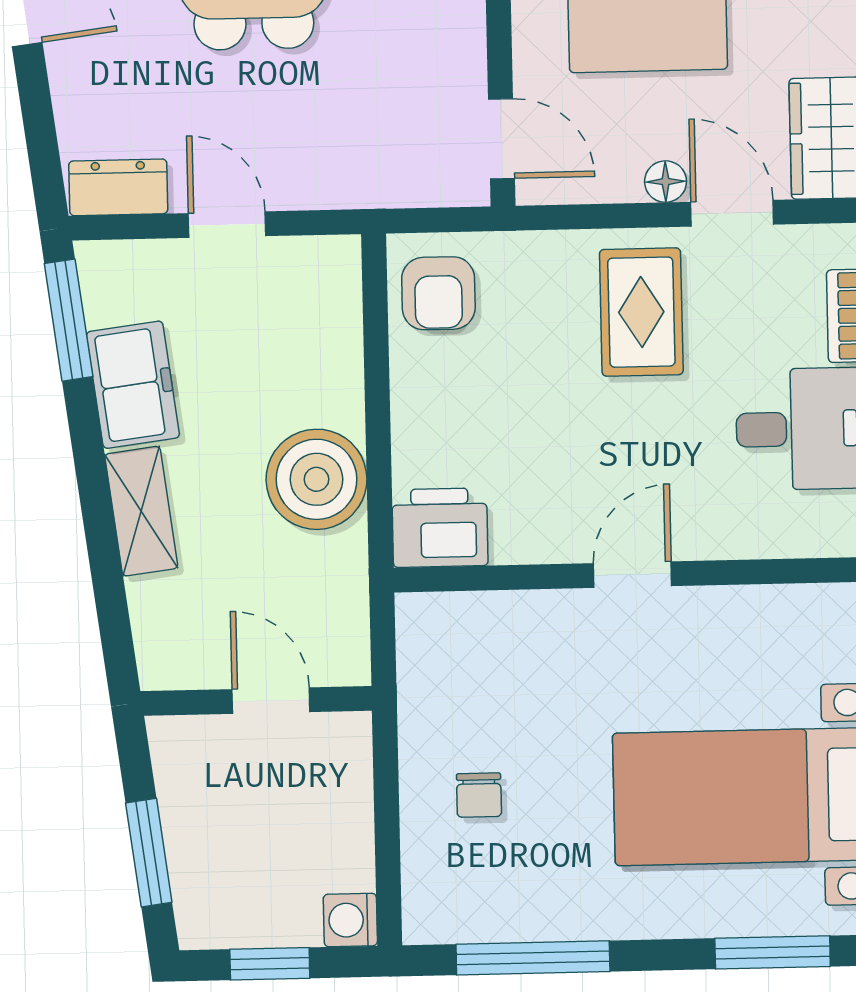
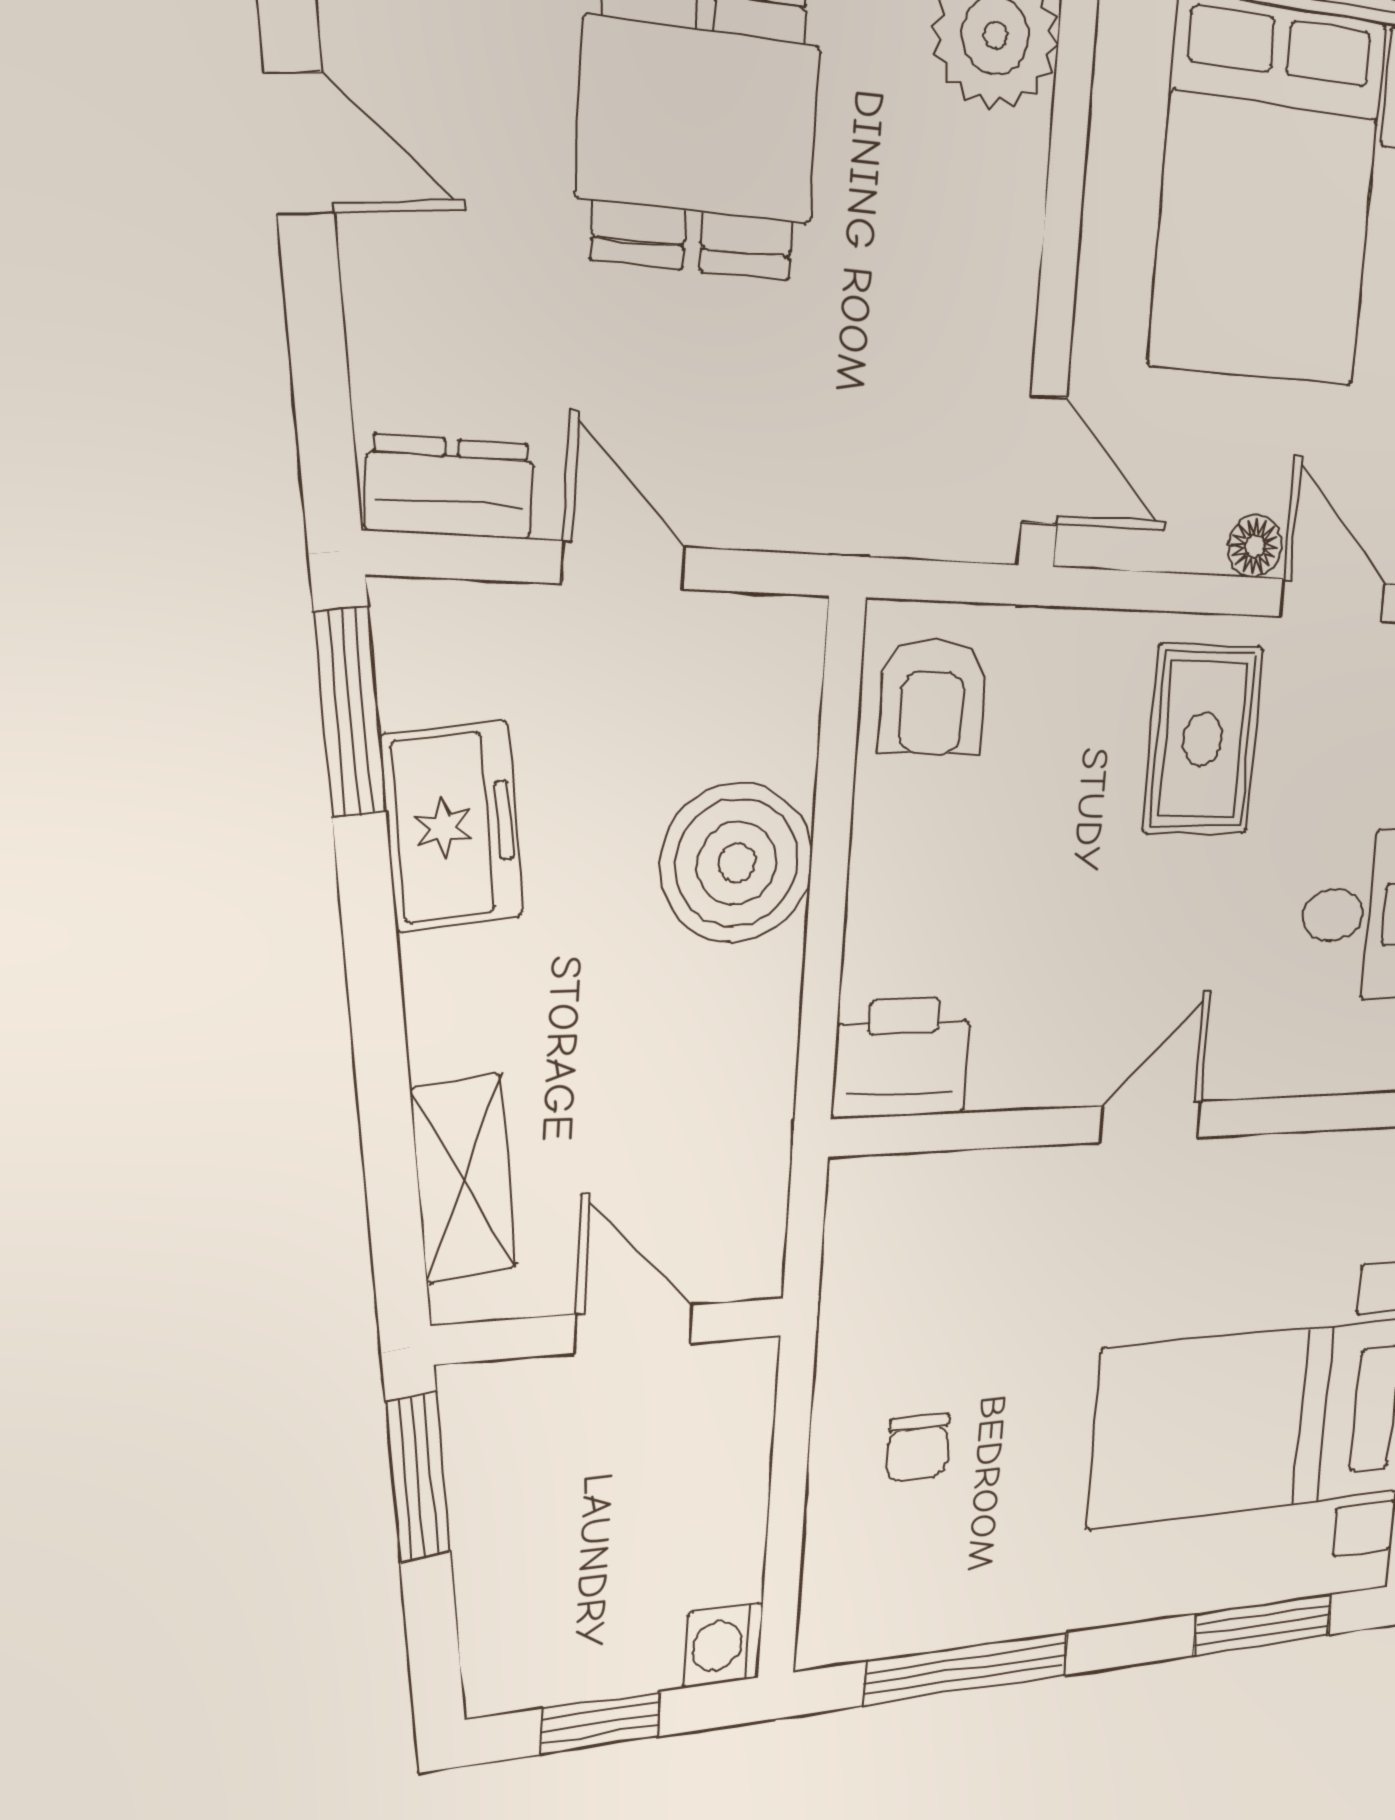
boiler: (317, 479) -> (737, 863), moved
shelving: (141, 511) -> (463, 1179), moved
window: (149, 853) -> (418, 1477), moved

